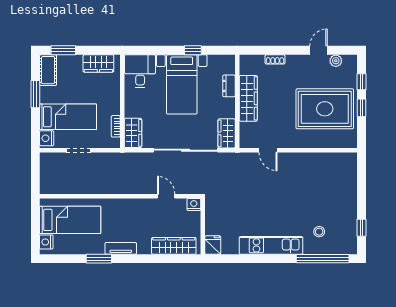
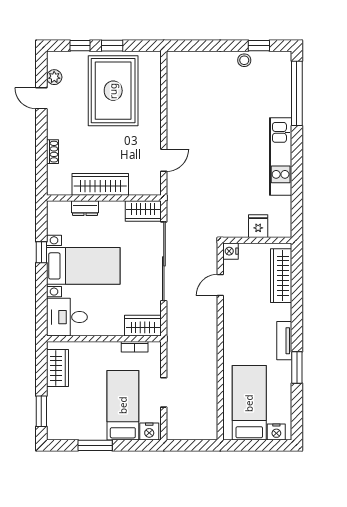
cot: (48, 70) -> (66, 430), removed
stool: (319, 232) -> (244, 60), moved
fridge: (213, 245) -> (258, 226), moved, turned 90

